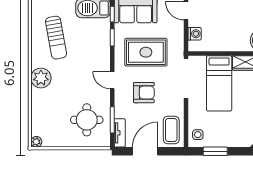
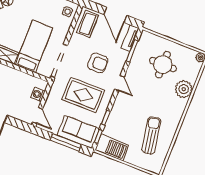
plant: (41, 78) -> (184, 89), moved
armchair: (144, 93) -> (98, 63), turned 180
round table: (87, 120) -> (163, 65), moved
door: (145, 151) -> (115, 15), hinge flipped

